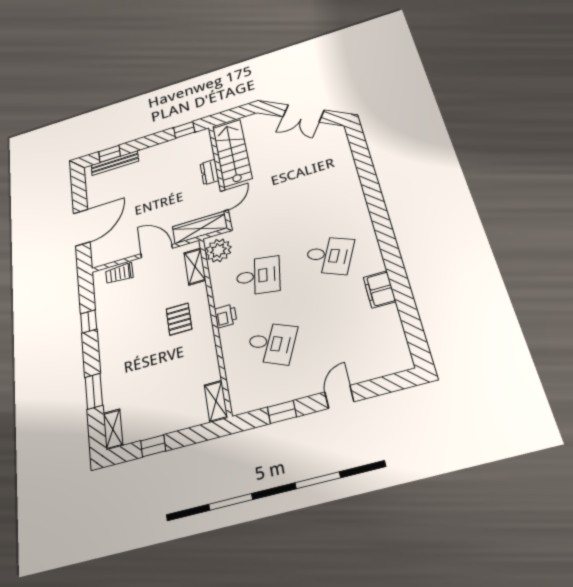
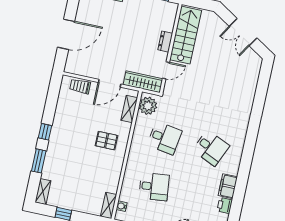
door: (157, 251) -> (110, 83), swing flipped
printer: (226, 316) -> (225, 205), moved, turned 180
pallet: (179, 319) -> (106, 141), turned 90
window: (89, 321) -> (45, 132), moved
desk: (272, 343) -> (154, 187), turned -30
water cooler: (236, 393) -> (122, 206), added

